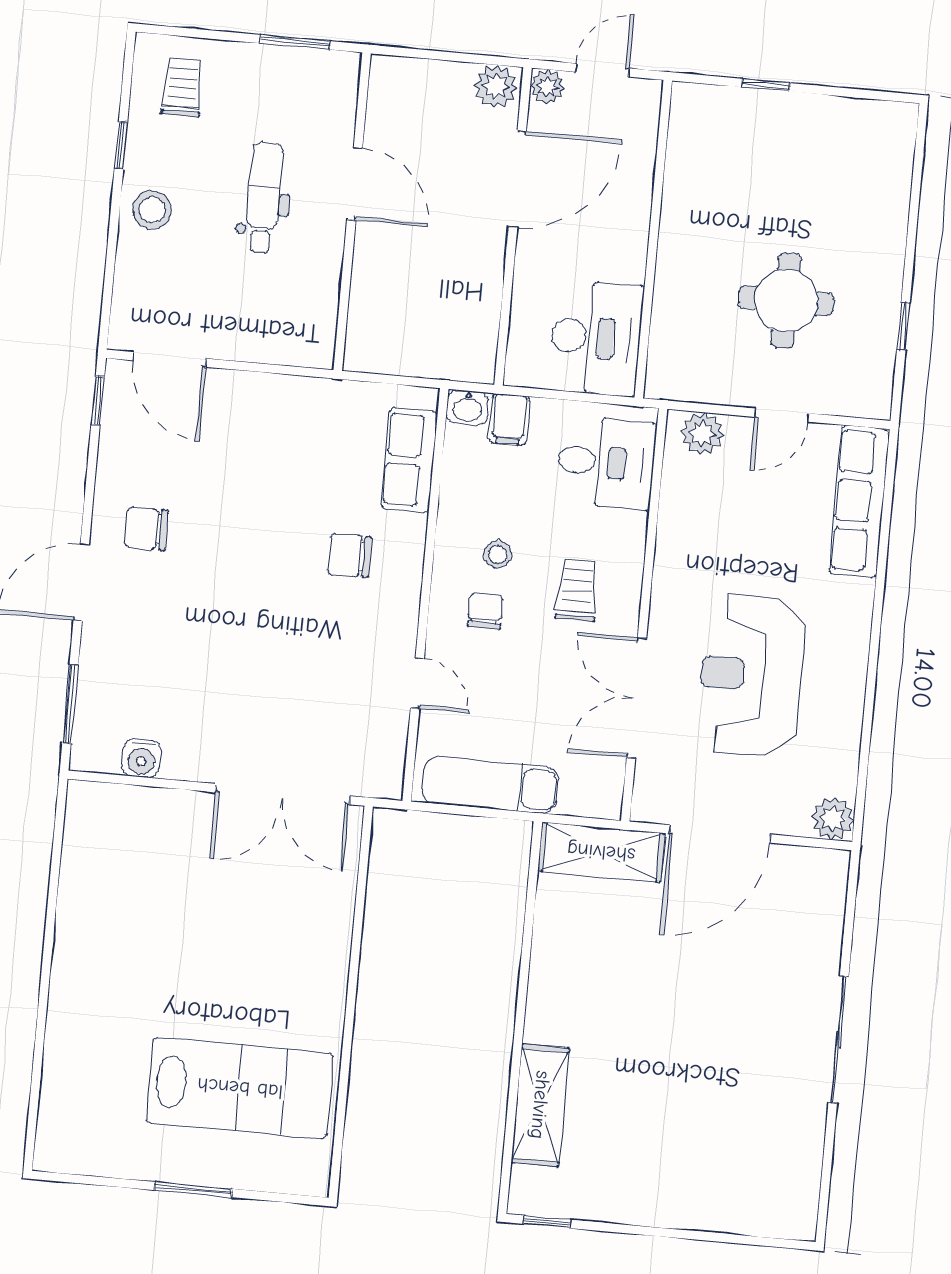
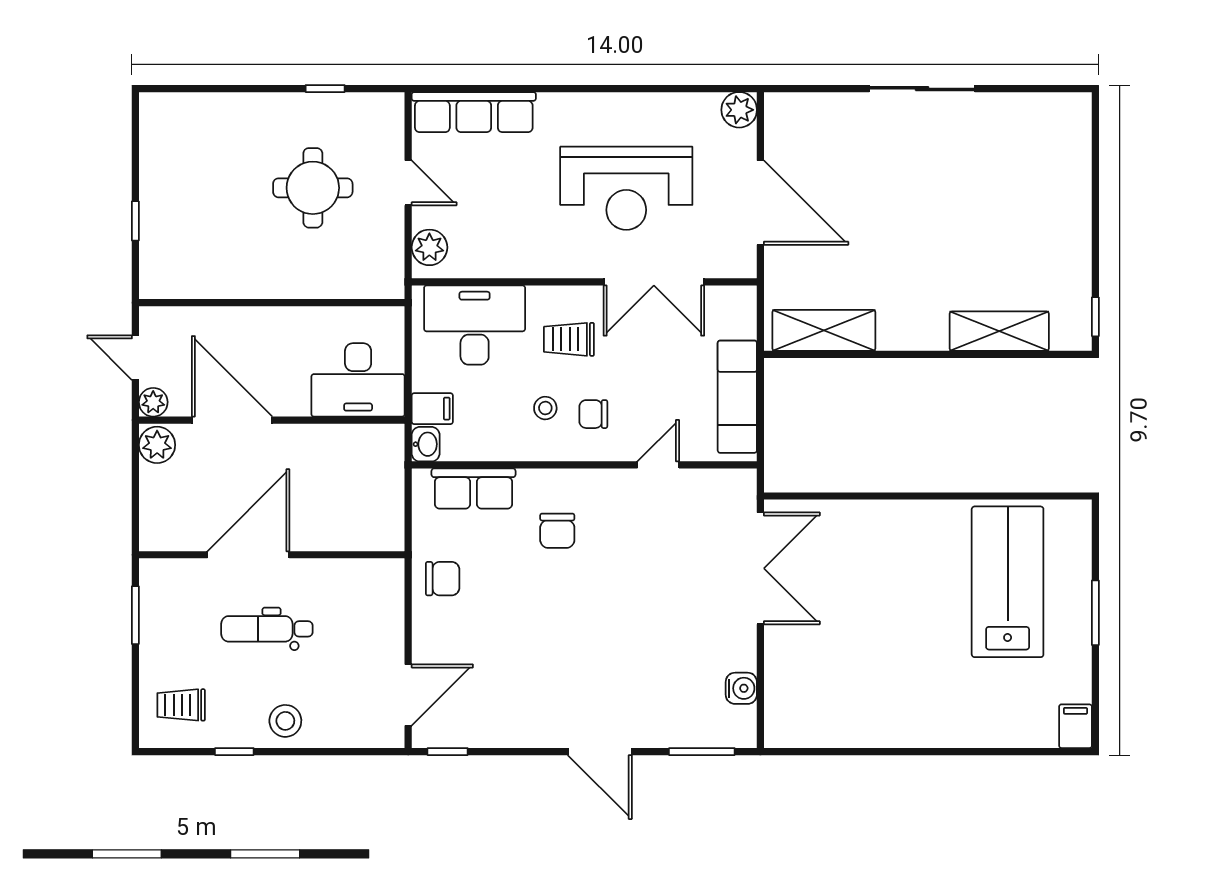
door: (355, 184) -> (248, 555), width x1.36
desk: (596, 338) -> (358, 380), moved, turned 180
desk: (606, 463) -> (475, 325), width x1.37
chair: (146, 529) -> (443, 579), moved, turned -90
shelving: (601, 852) -> (824, 330), moved, turned 90
filing cabinet: (60, 1153) -> (1075, 726), added

